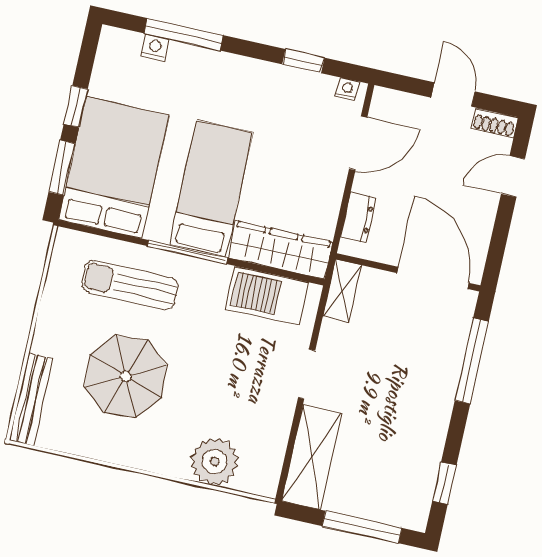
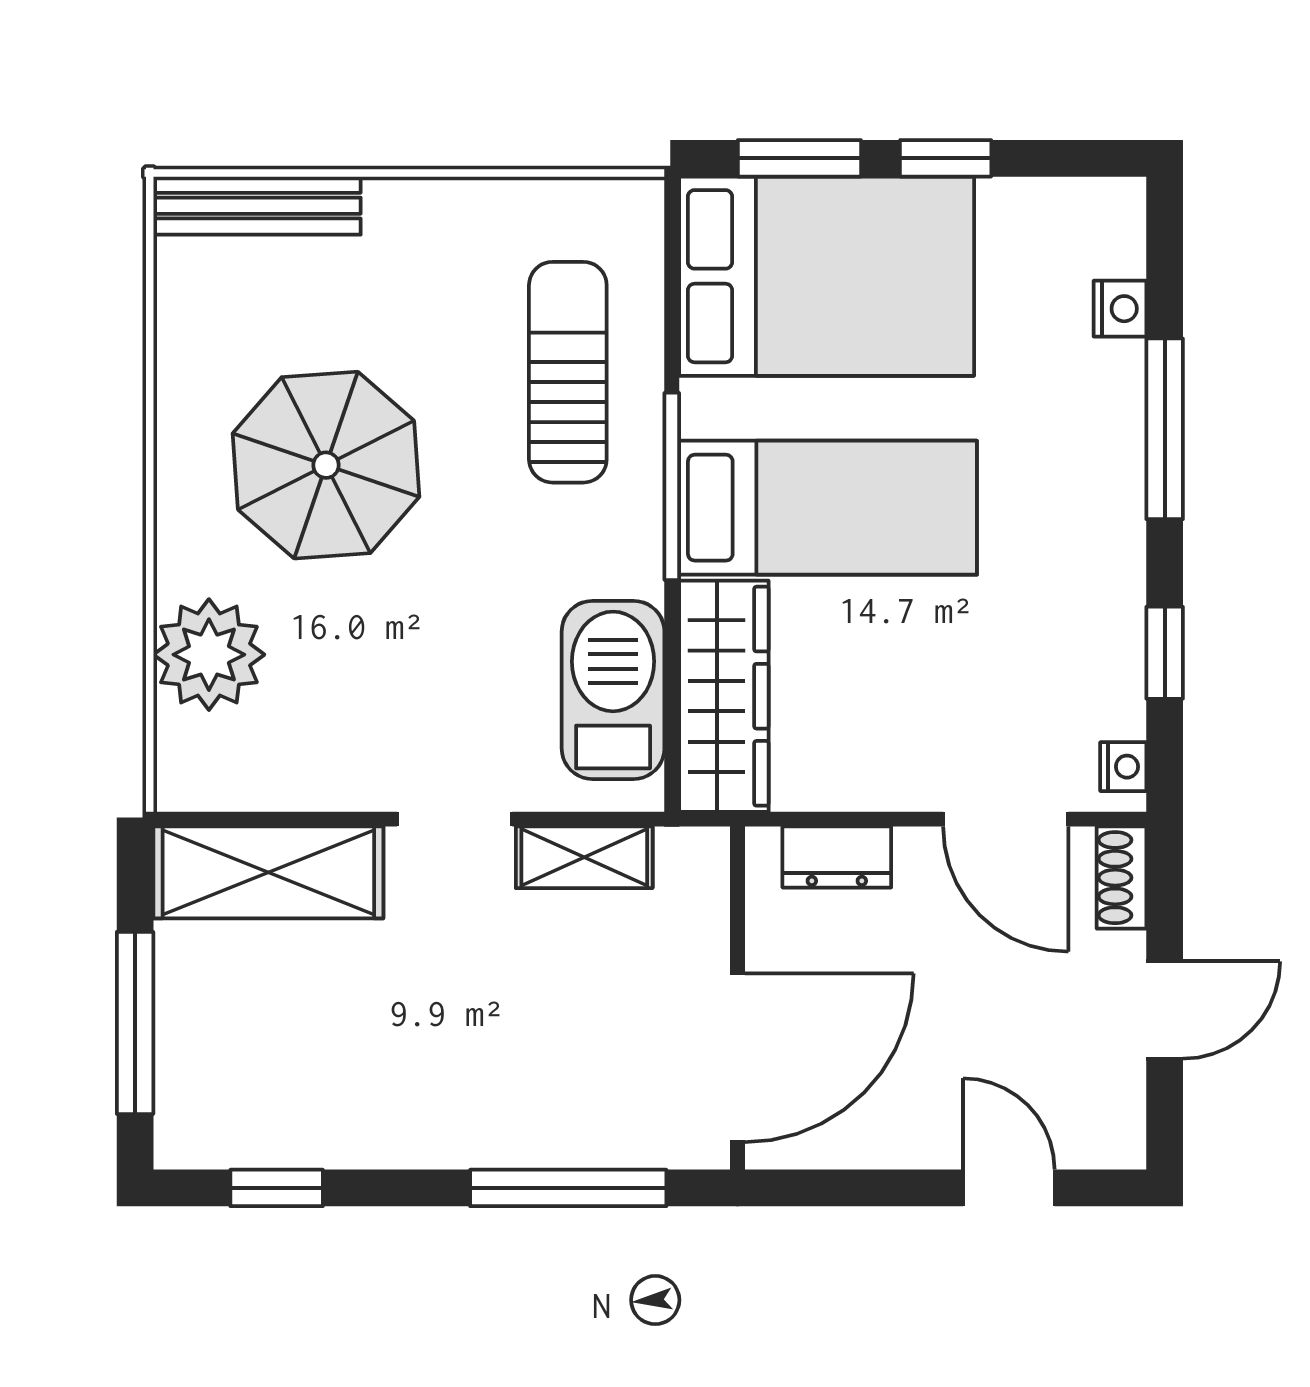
window: (184, 34) -> (1165, 429), moved
shoe rack: (494, 123) -> (1122, 878), moved
shelving: (342, 291) -> (584, 857), moved
parasol: (126, 376) -> (326, 465), moved

